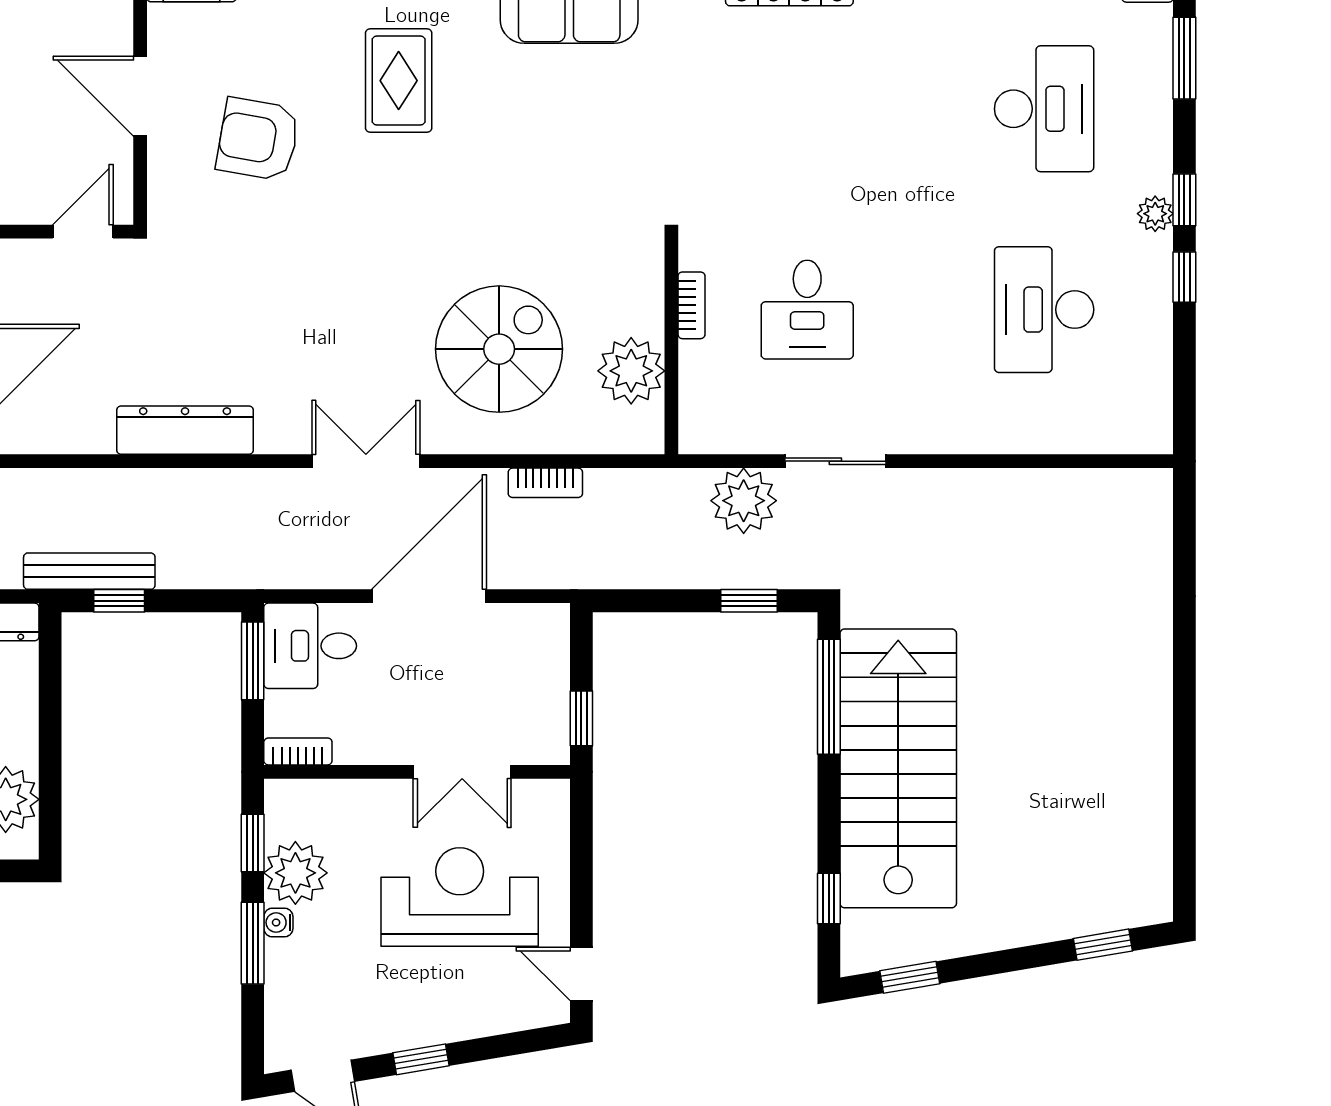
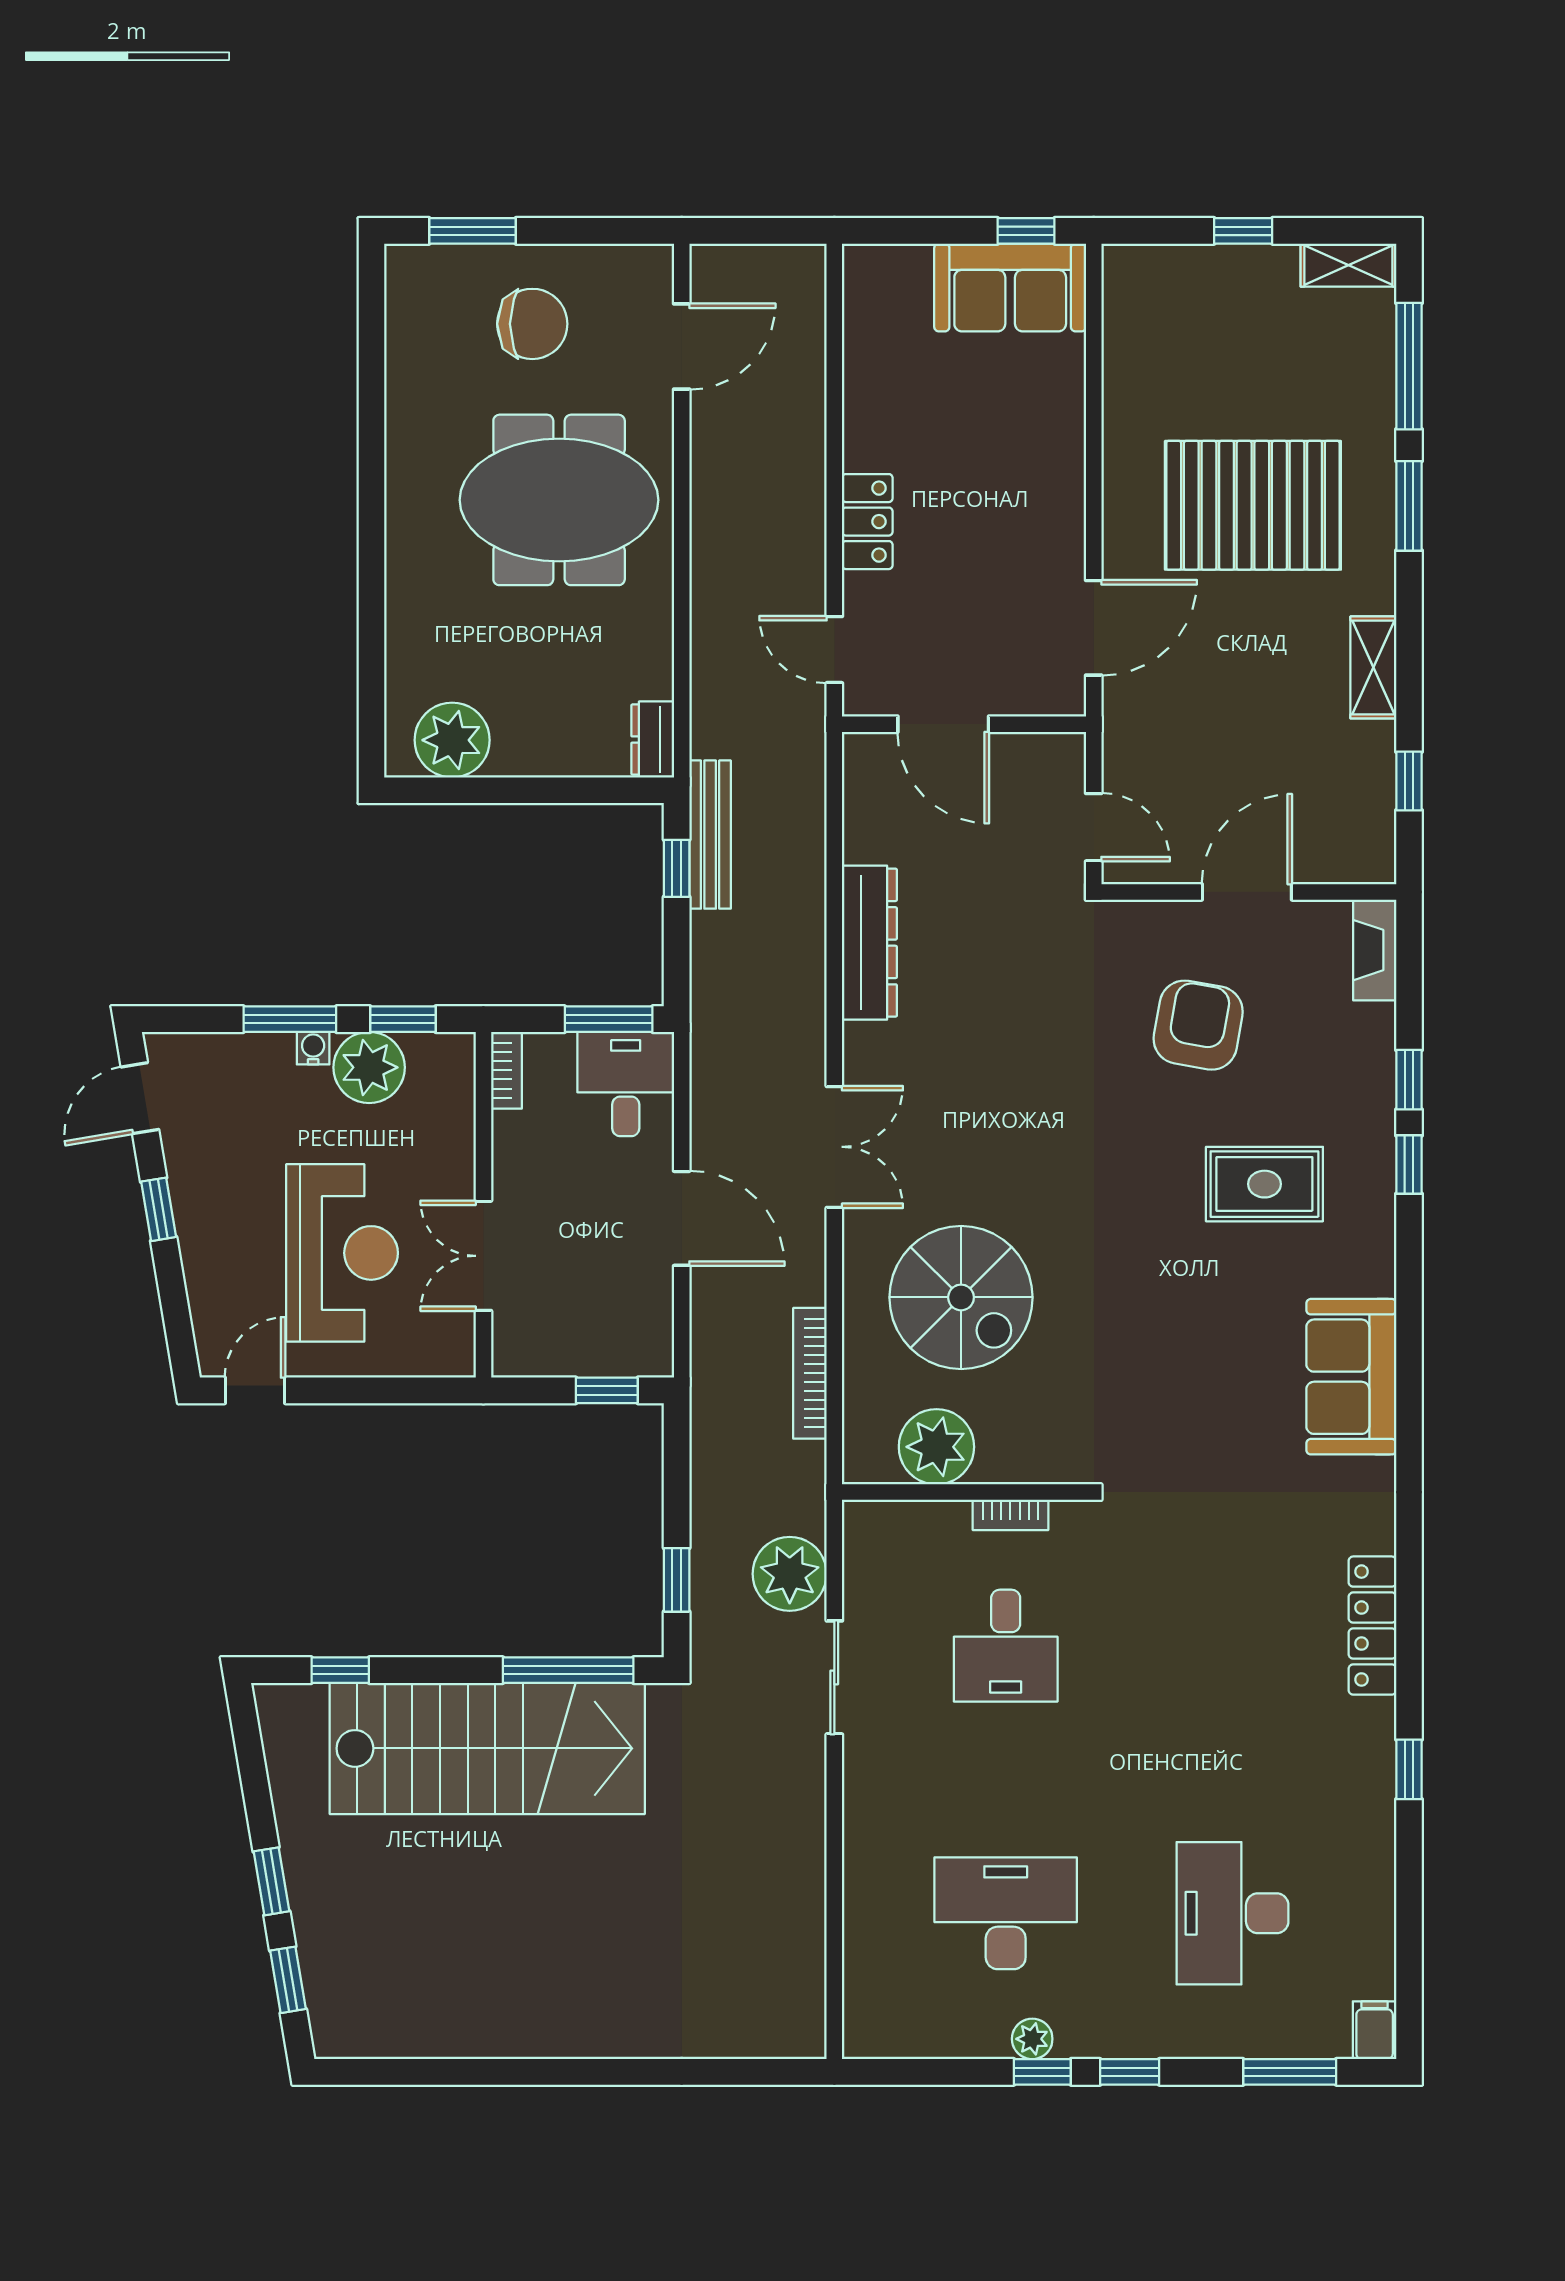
desk: (1044, 109) -> (1233, 1913), turned 90
plant: (1155, 214) -> (1032, 2039), moved
desk: (807, 310) -> (1006, 1646), turned -90
bookcase: (545, 483) -> (810, 1373), width x1.56
door: (429, 596) -> (682, 1218), width x0.73
window: (581, 718) -> (607, 1390), moved
window: (910, 977) -> (271, 1881), moved

